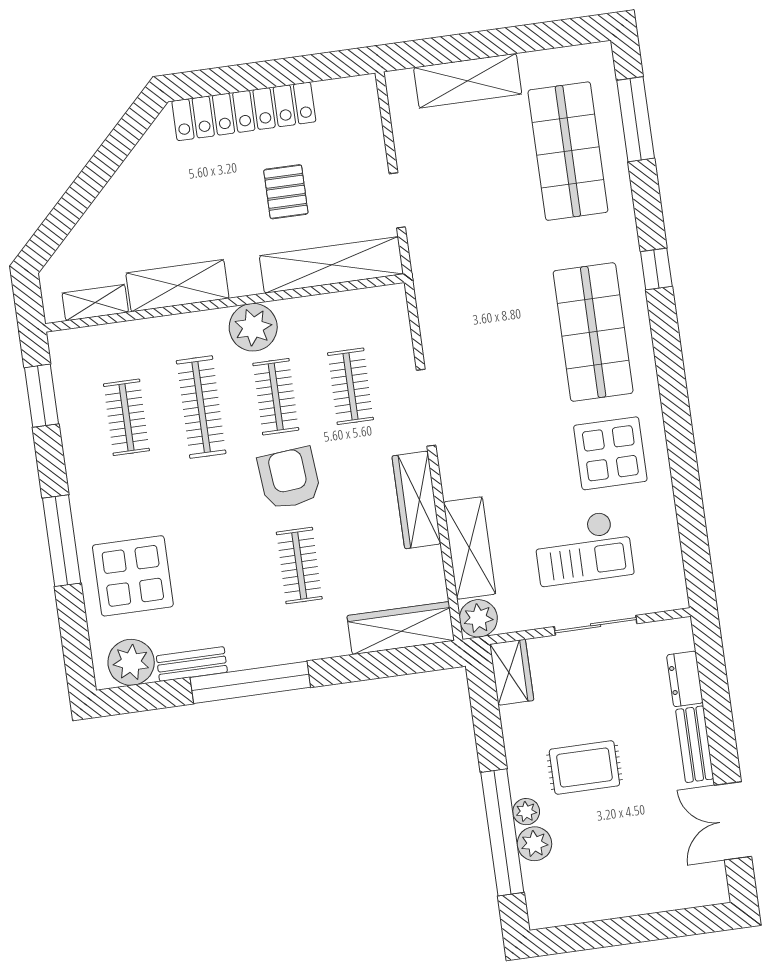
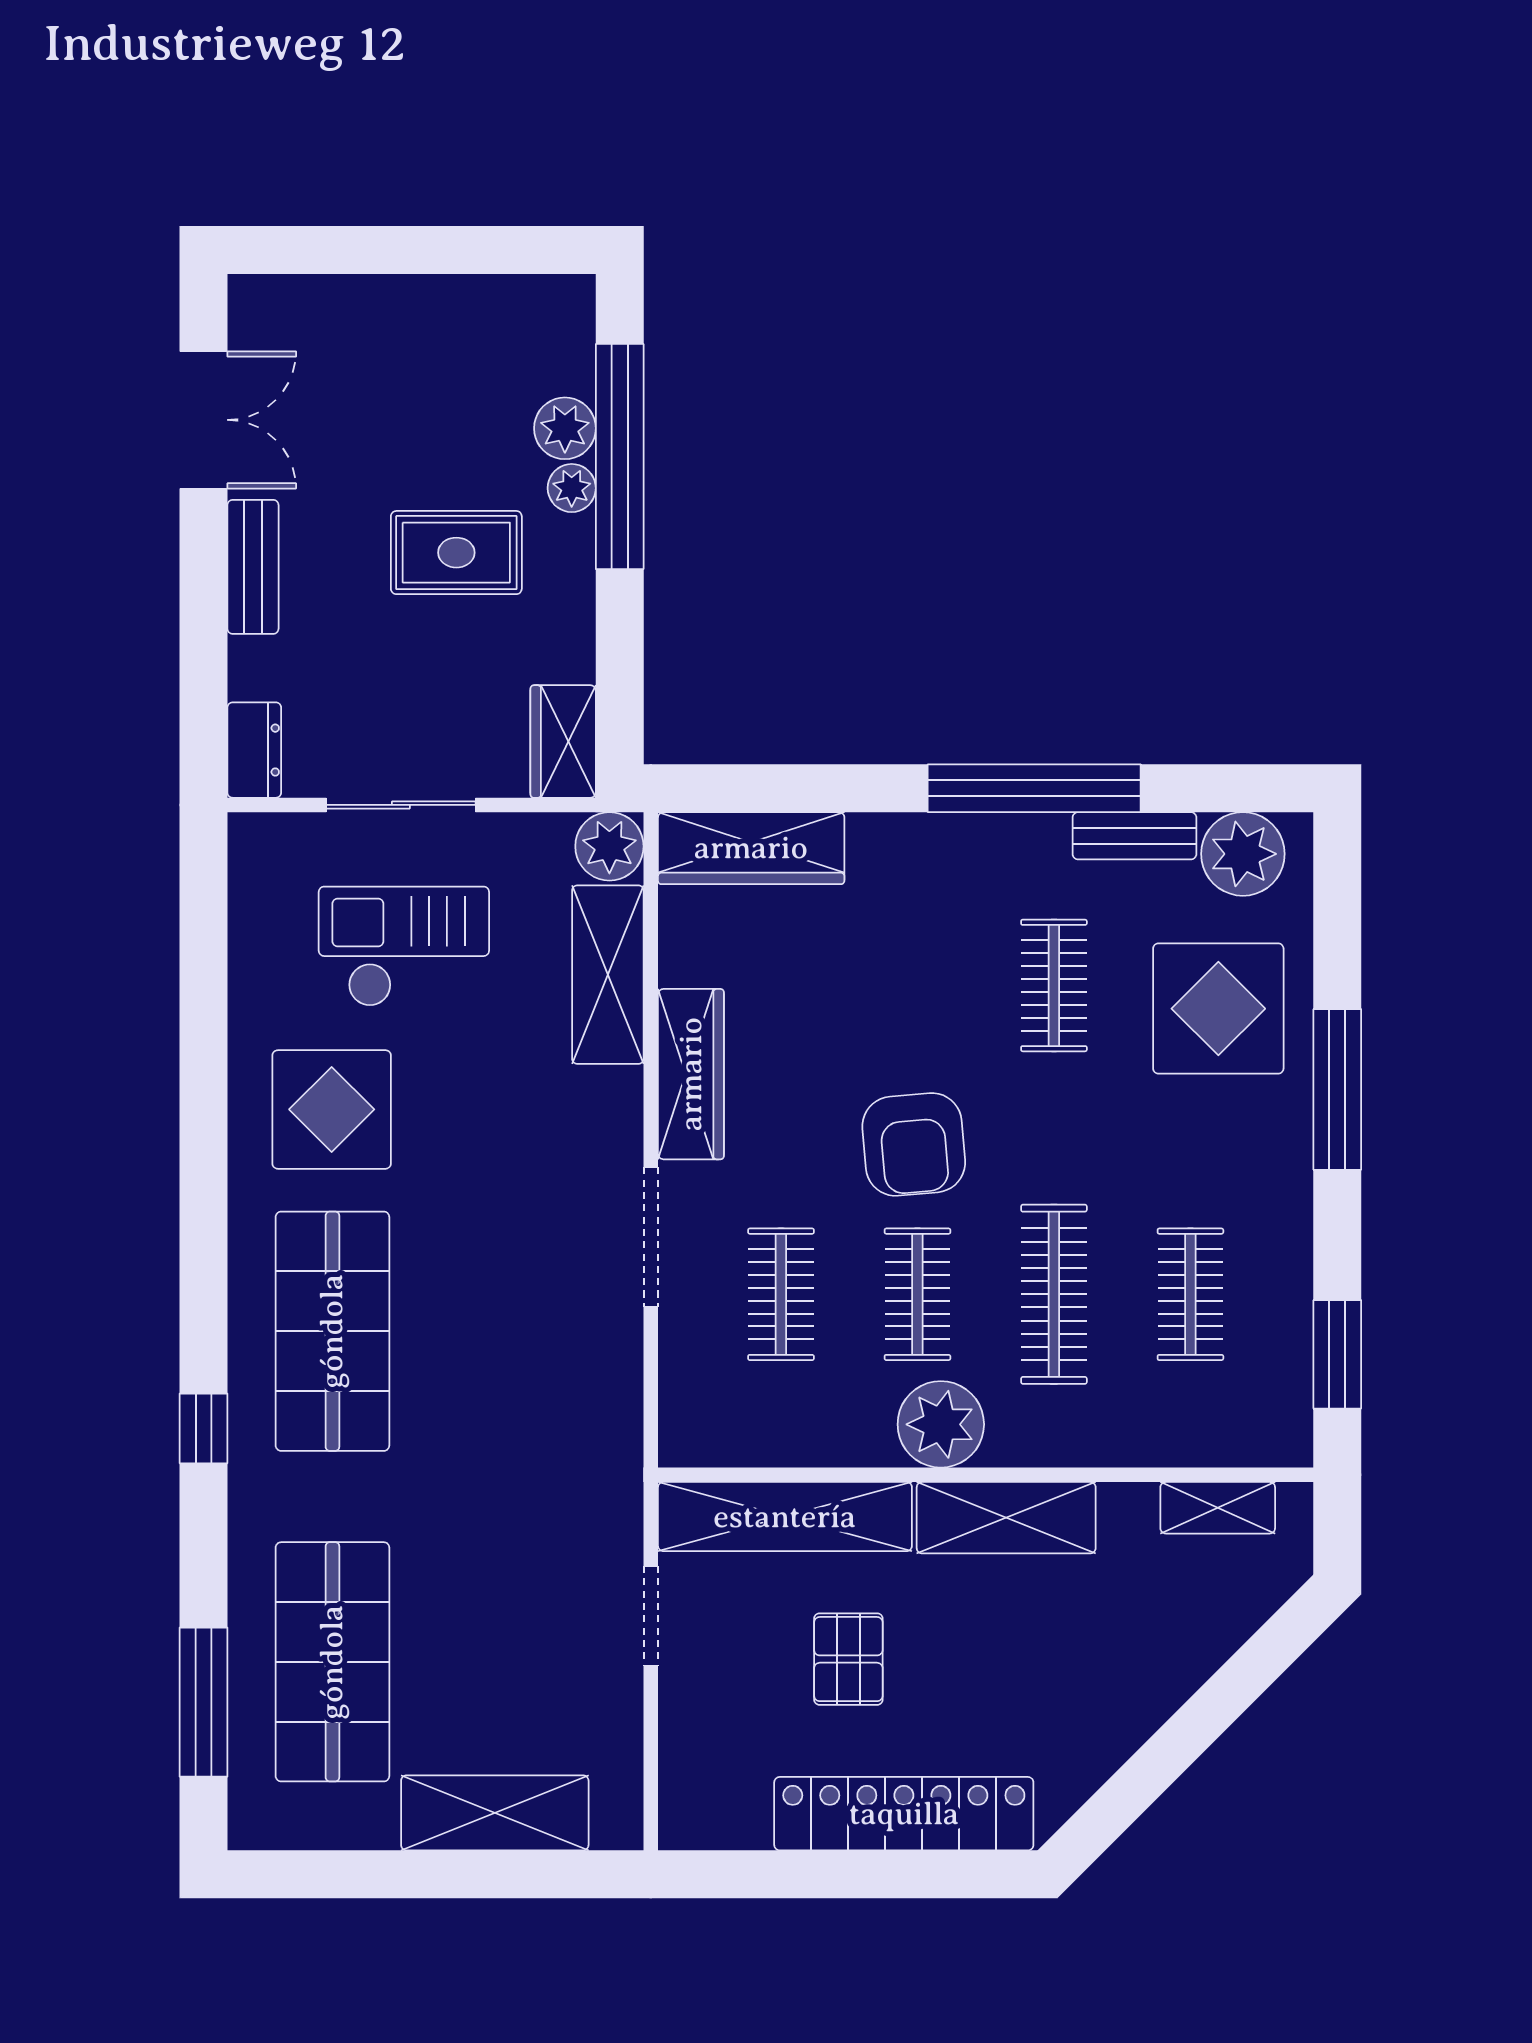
shelving: (177, 286) -> (1006, 1518), moved
clothes rail: (299, 566) -> (1054, 985), moved
dresser: (685, 679) -> (254, 750), moved

